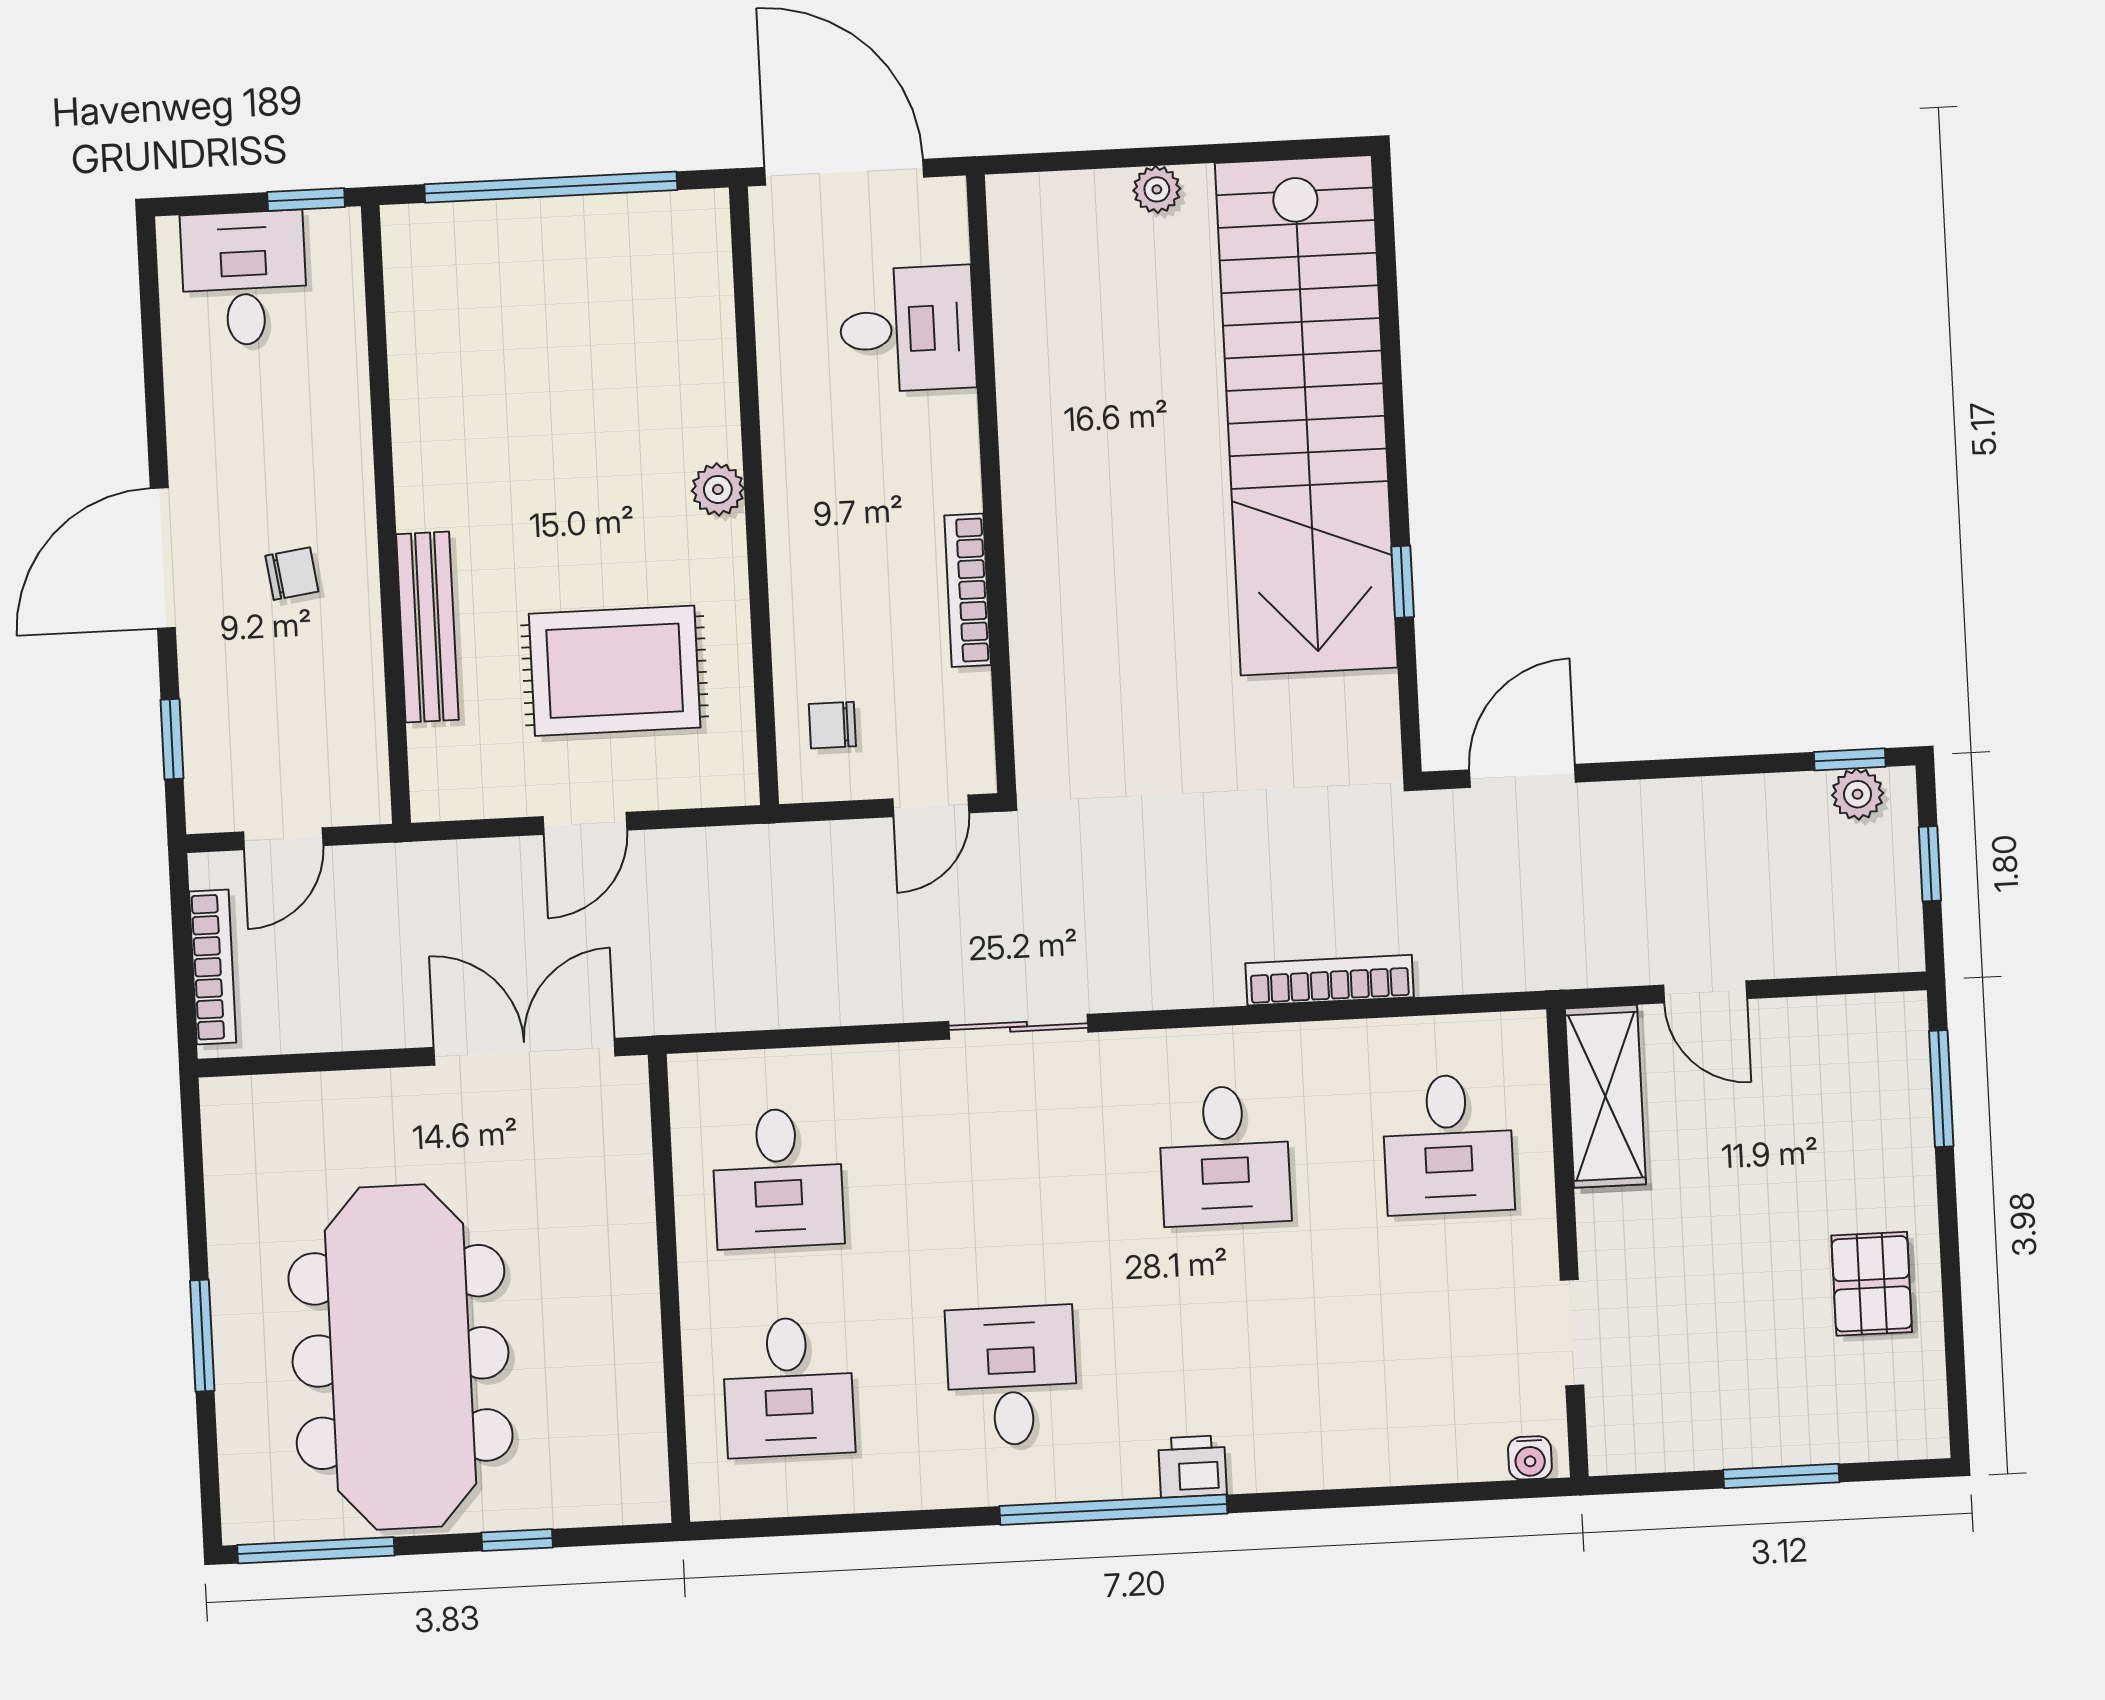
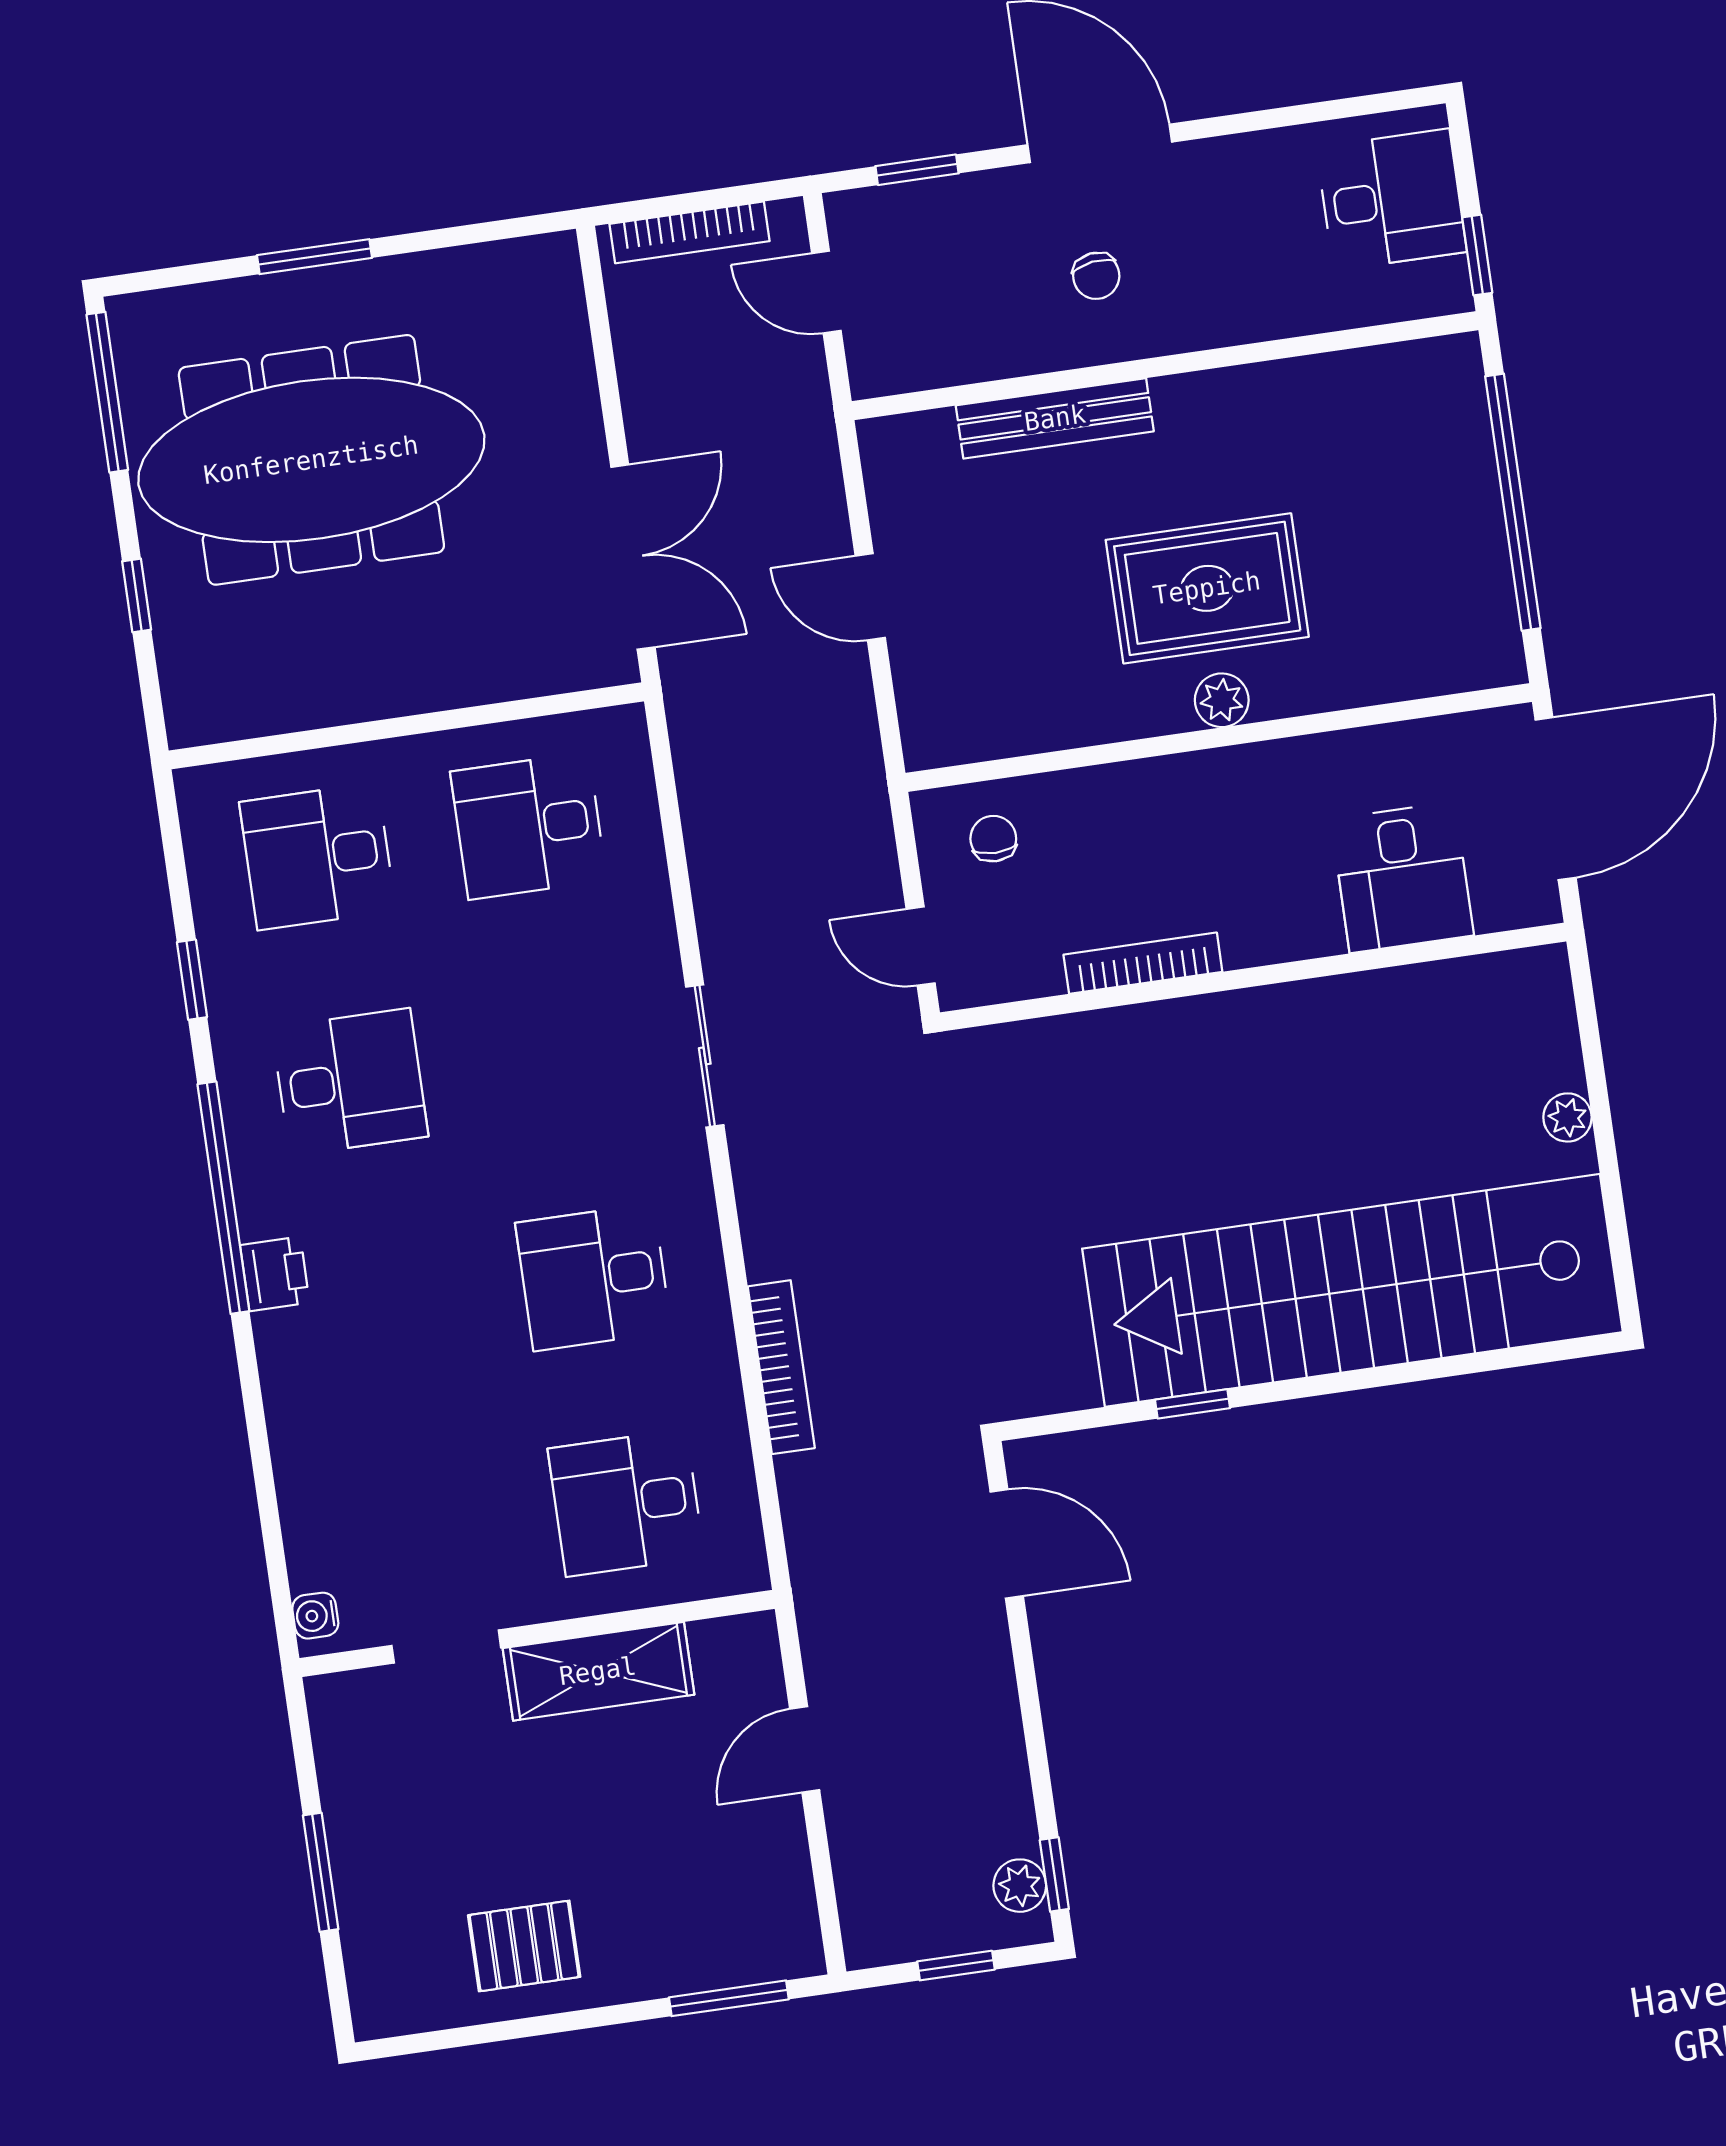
rug: (615, 671) -> (1207, 588), moved, turned 90
shelving: (1605, 1096) -> (598, 1671), moved
window: (898, 1521) -> (192, 980), added

